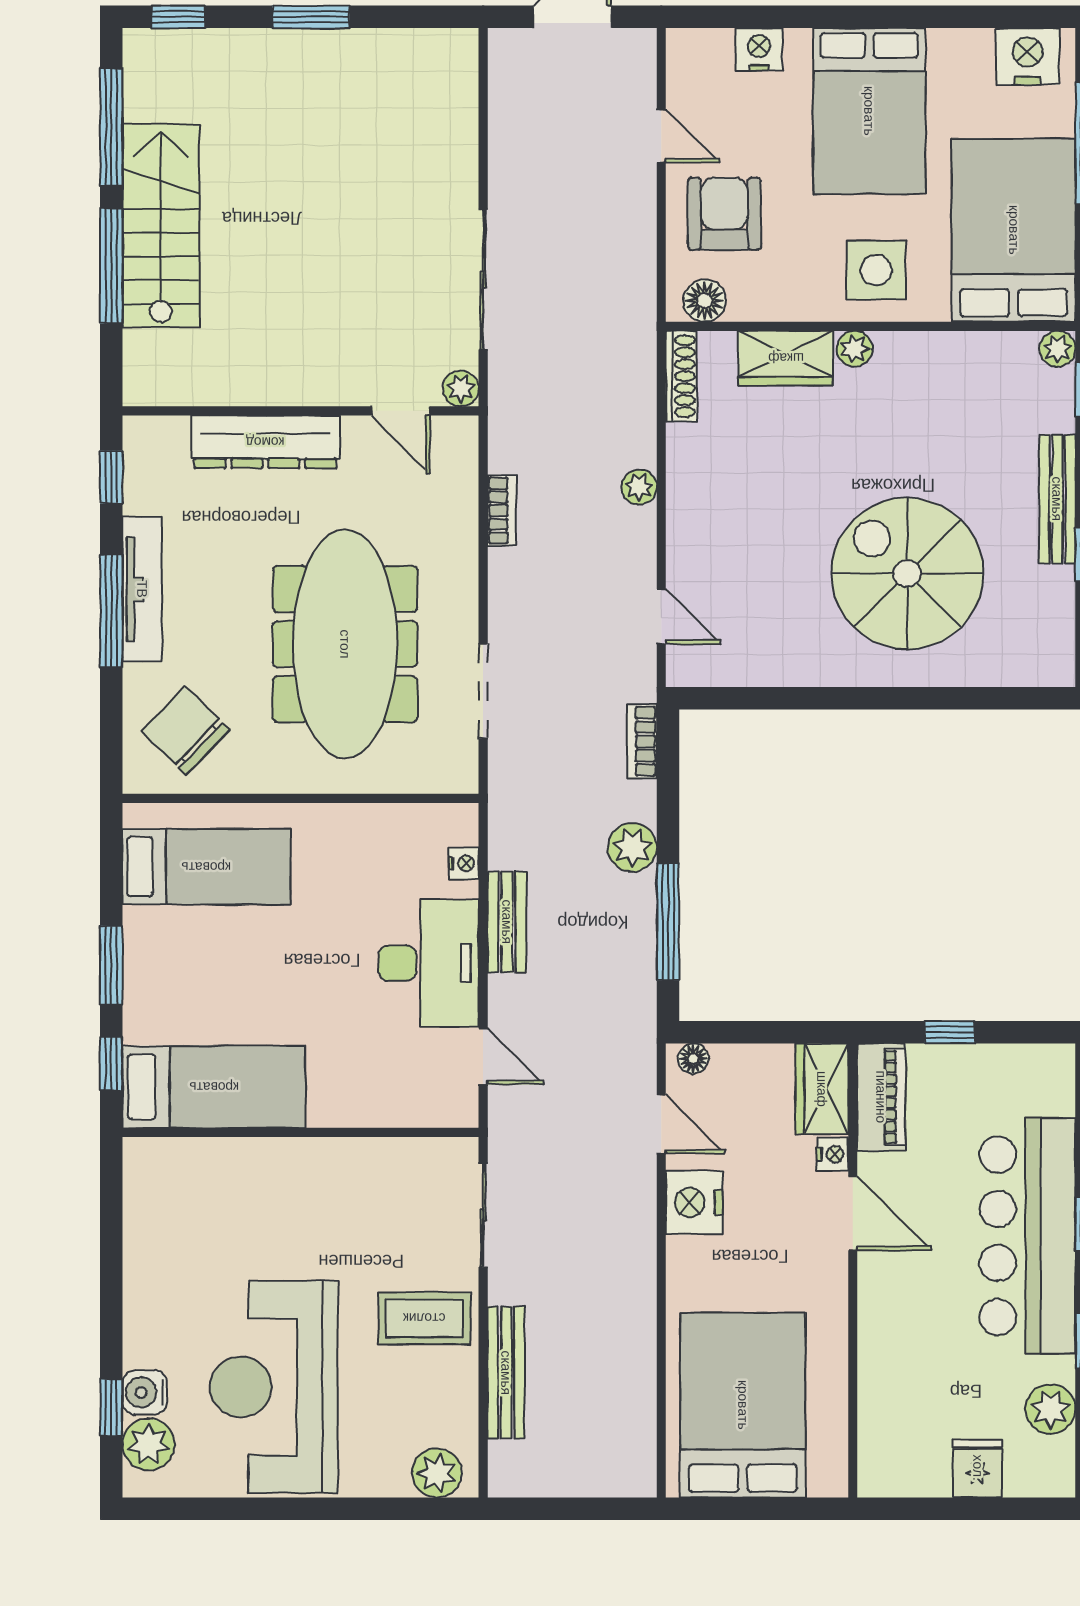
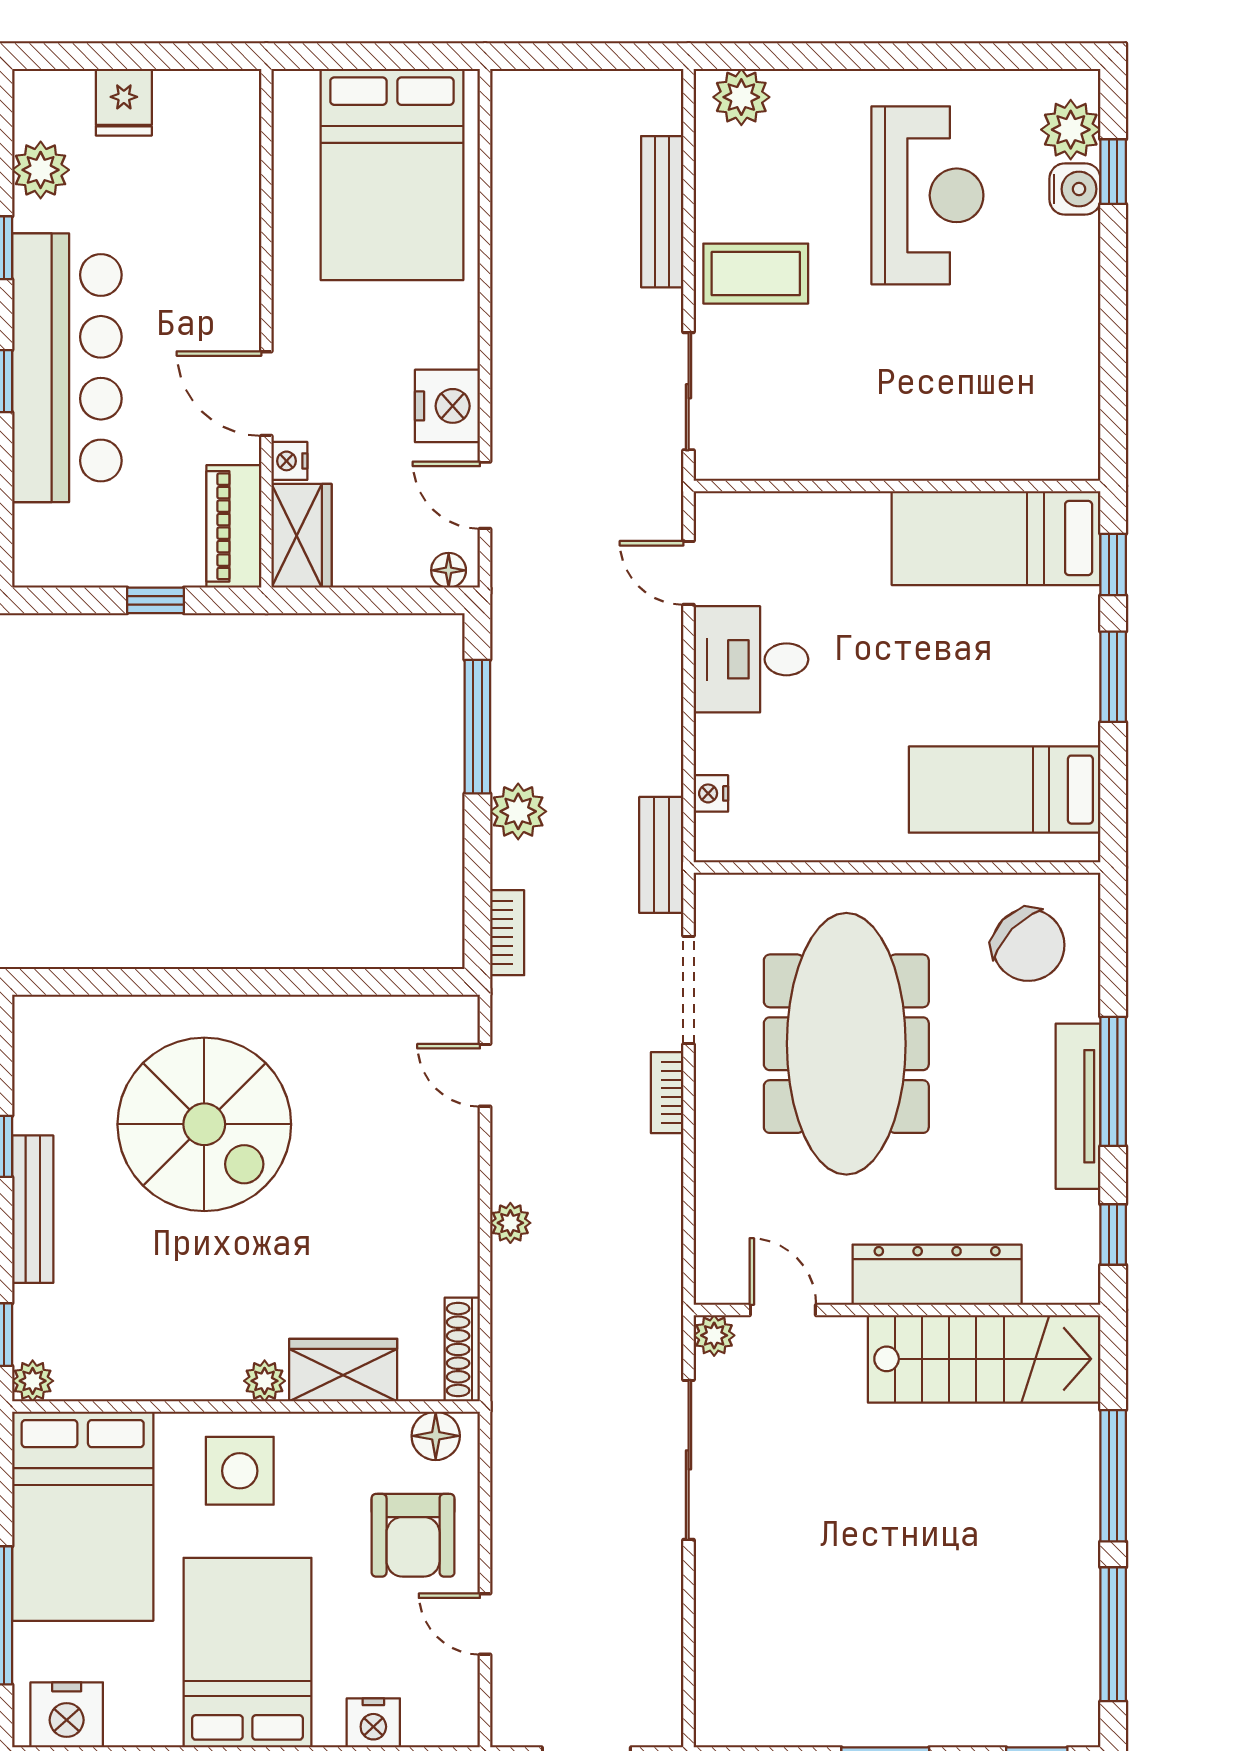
stairs: (161, 226) -> (984, 1359), moved, turned -90
bookcase: (502, 511) -> (667, 1093), moved
bench: (507, 922) -> (661, 855), moved
desk: (428, 963) -> (751, 659), width x0.73
reception desk: (274, 1387) -> (927, 195), width x0.74, depth x0.77

